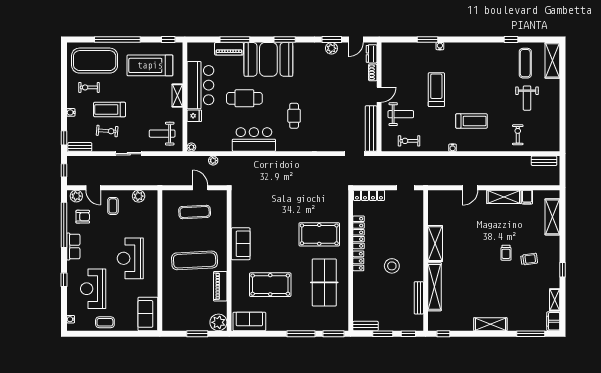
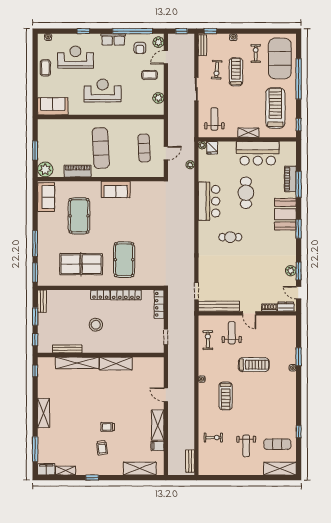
booth: (268, 59) -> (285, 214), width x0.73, depth x0.70
weight bench: (527, 98) -> (246, 446), turned -90
weight bench: (401, 114) -> (232, 333), turned 180
fridge: (194, 116) -> (212, 148), moved

